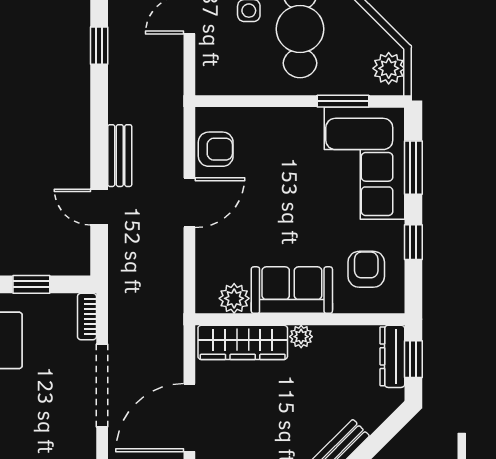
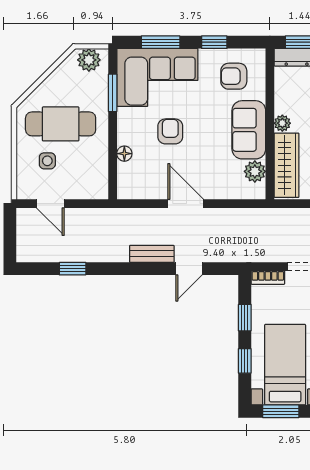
floor lamp: (259, 117) -> (124, 154), added
armchair: (216, 149) -> (170, 131), moved

